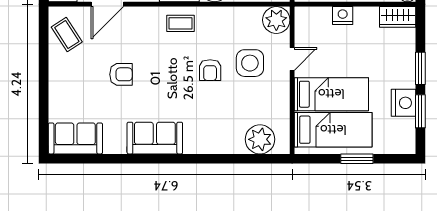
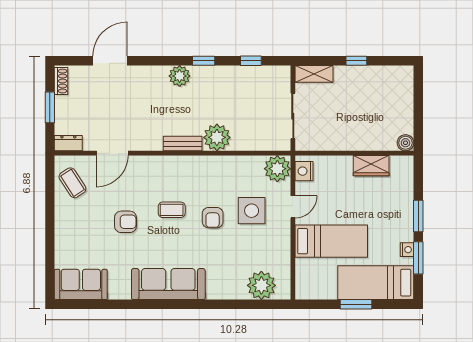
nightstand: (343, 16) -> (304, 171), moved, turned -90
wardrobe: (398, 17) -> (371, 166), moved
coffee table: (181, 23) -> (172, 210), moved
nightstand: (403, 103) -> (407, 250), width x0.53, depth x0.56
bed: (333, 130) -> (376, 283), moved, turned 180
sofa: (155, 138) -> (168, 284), width x1.36

